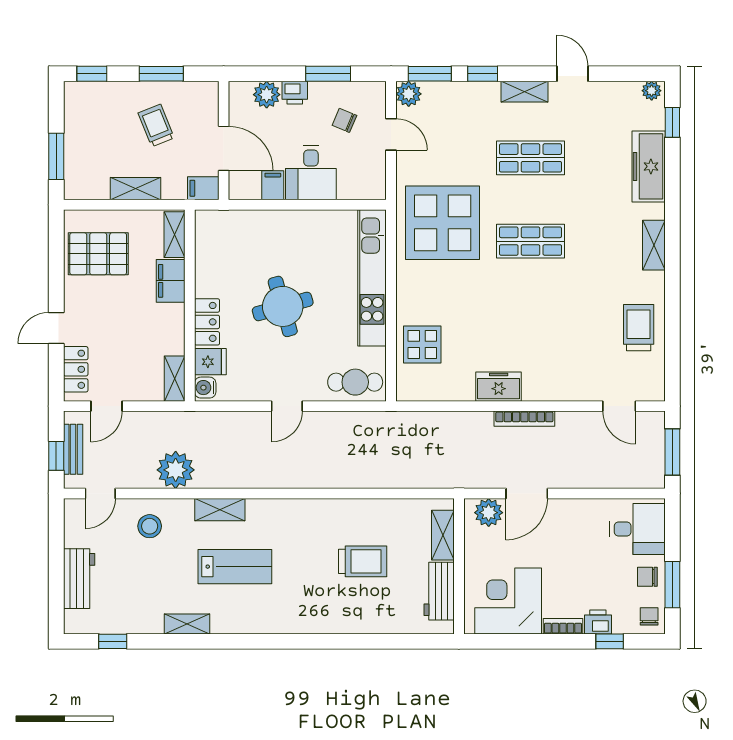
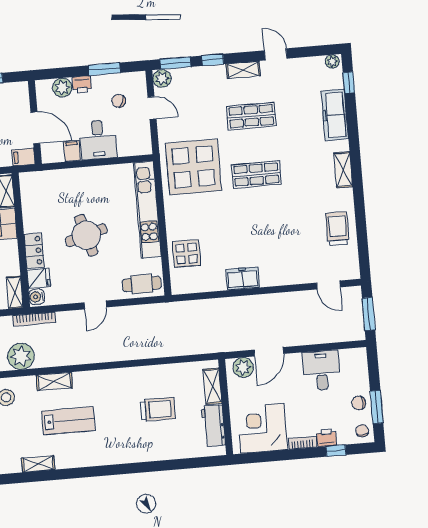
bookcase: (524, 419) -> (34, 319), moved
desk: (638, 529) -> (322, 370), moved, turned -90

